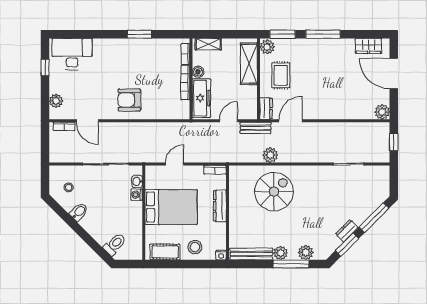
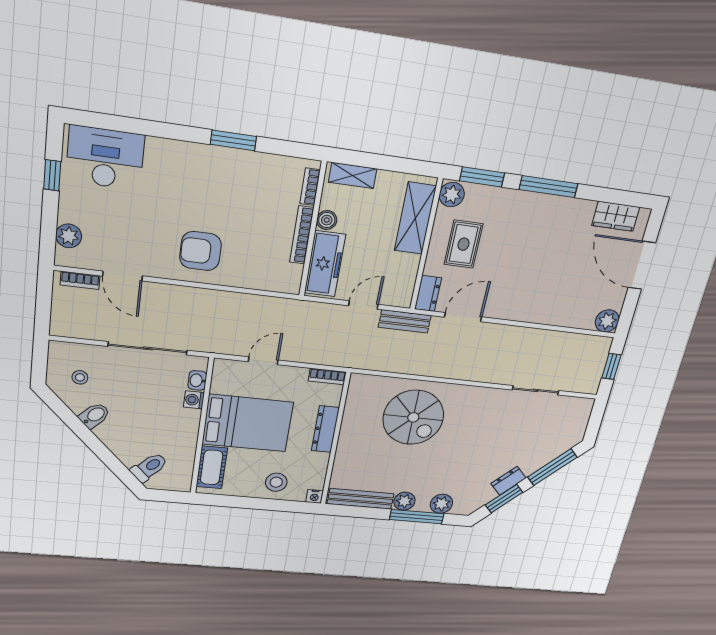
plant: (270, 155) -> (419, 364), removed
spiral stairs: (274, 192) -> (413, 417), turned 90
cot: (165, 252) -> (212, 467), moved, turned 90

